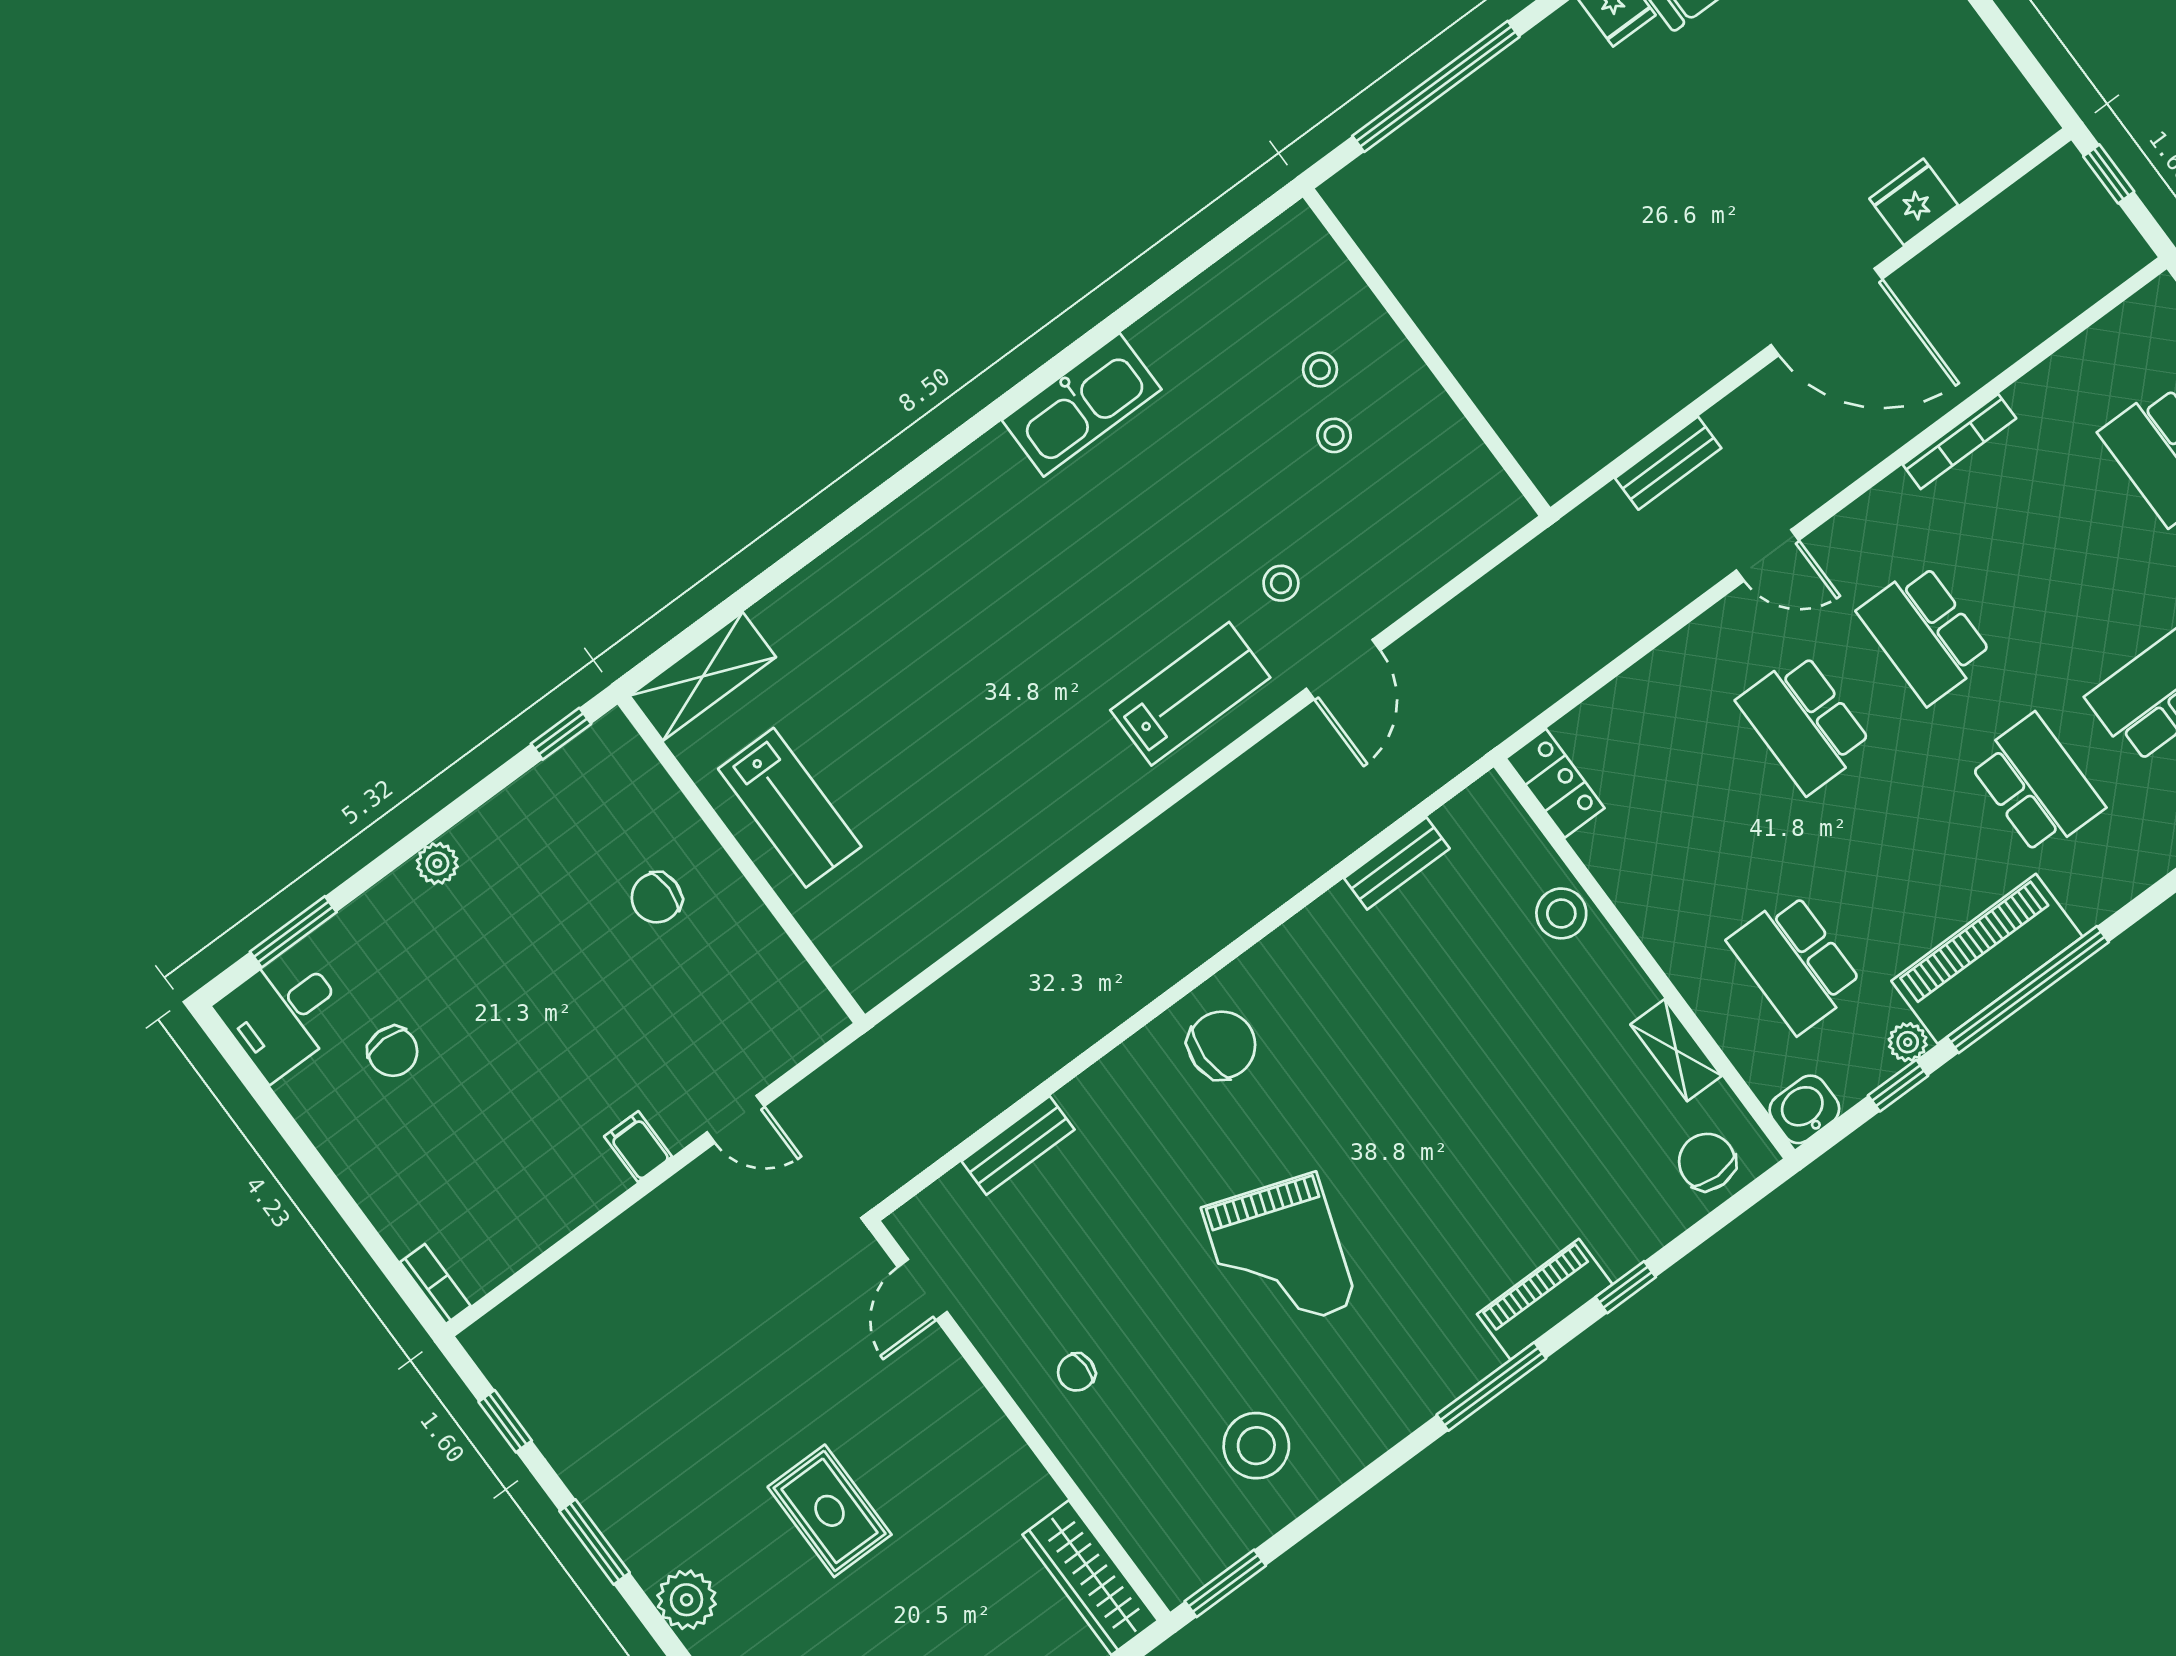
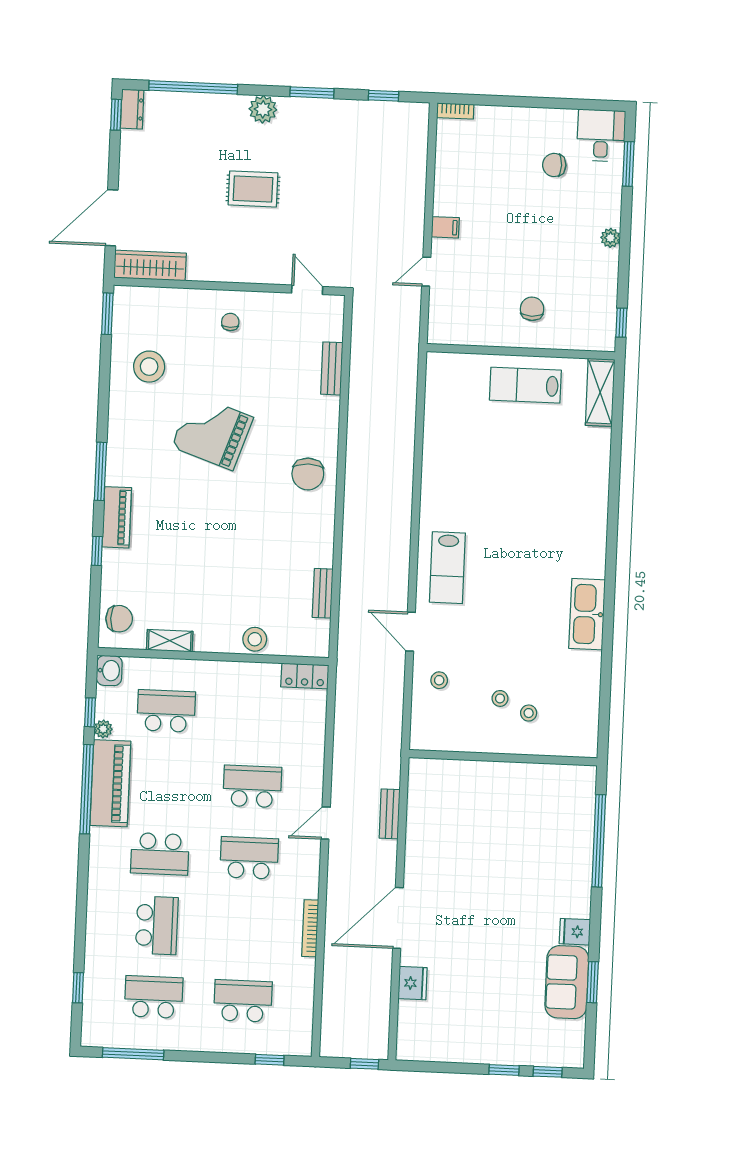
stool: (1281, 583) -> (439, 680), moved

